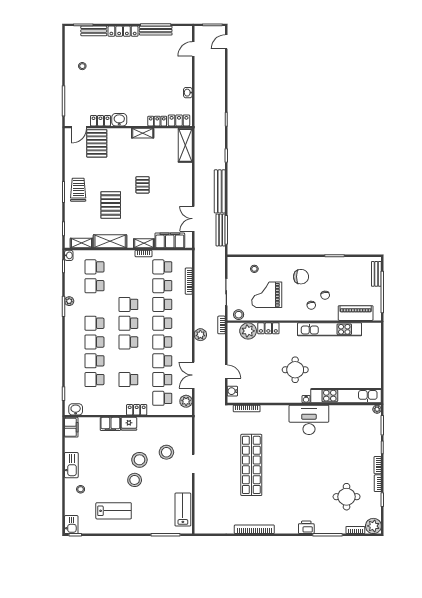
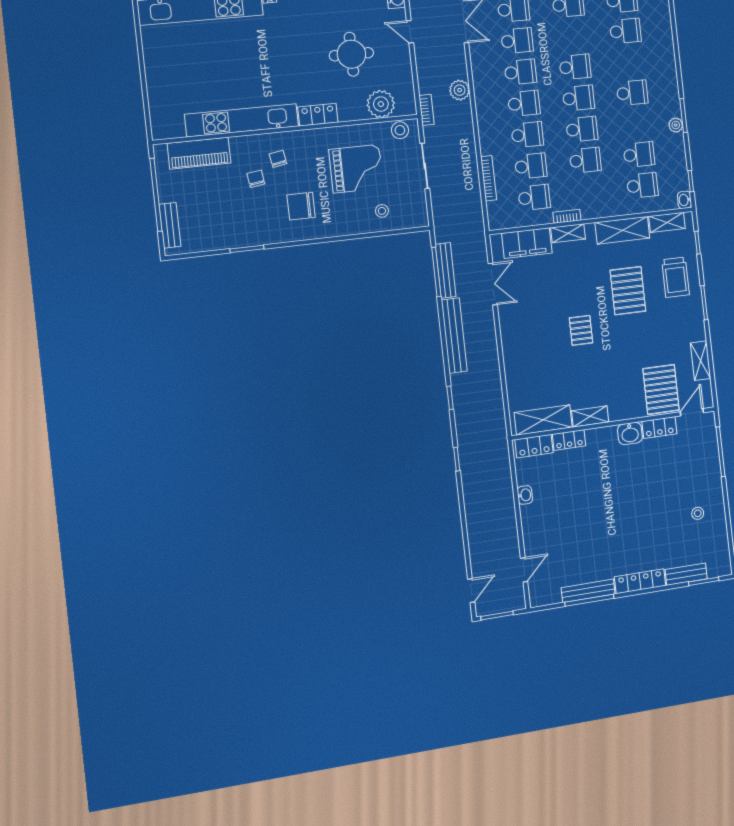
shelving: (185, 145) -> (543, 420), moved, turned 90
shelving: (70, 157) -> (701, 361), added
trolley: (78, 190) -> (676, 277), moved
locker: (268, 328) -> (318, 115), moved
school desk: (94, 342) -> (585, 160), moved
round table: (295, 370) -> (351, 54), moved

